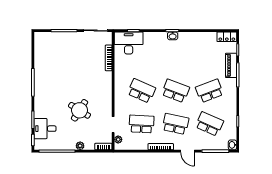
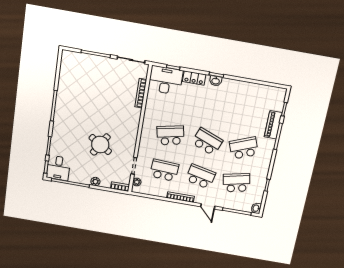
locker: (227, 37) -> (194, 78), moved
school desk: (141, 91) -> (170, 135), turned -36
school desk: (209, 124) -> (236, 183), turned -36
desk: (45, 129) -> (58, 168), moved, turned -90

